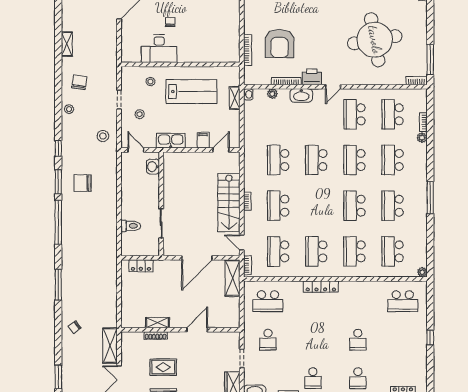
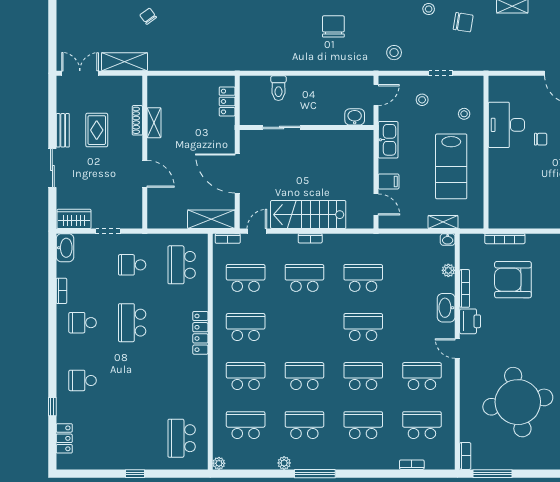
plant: (422, 138) -> (284, 463), moved
school desk: (358, 340) -> (132, 323), moved, width x1.85

